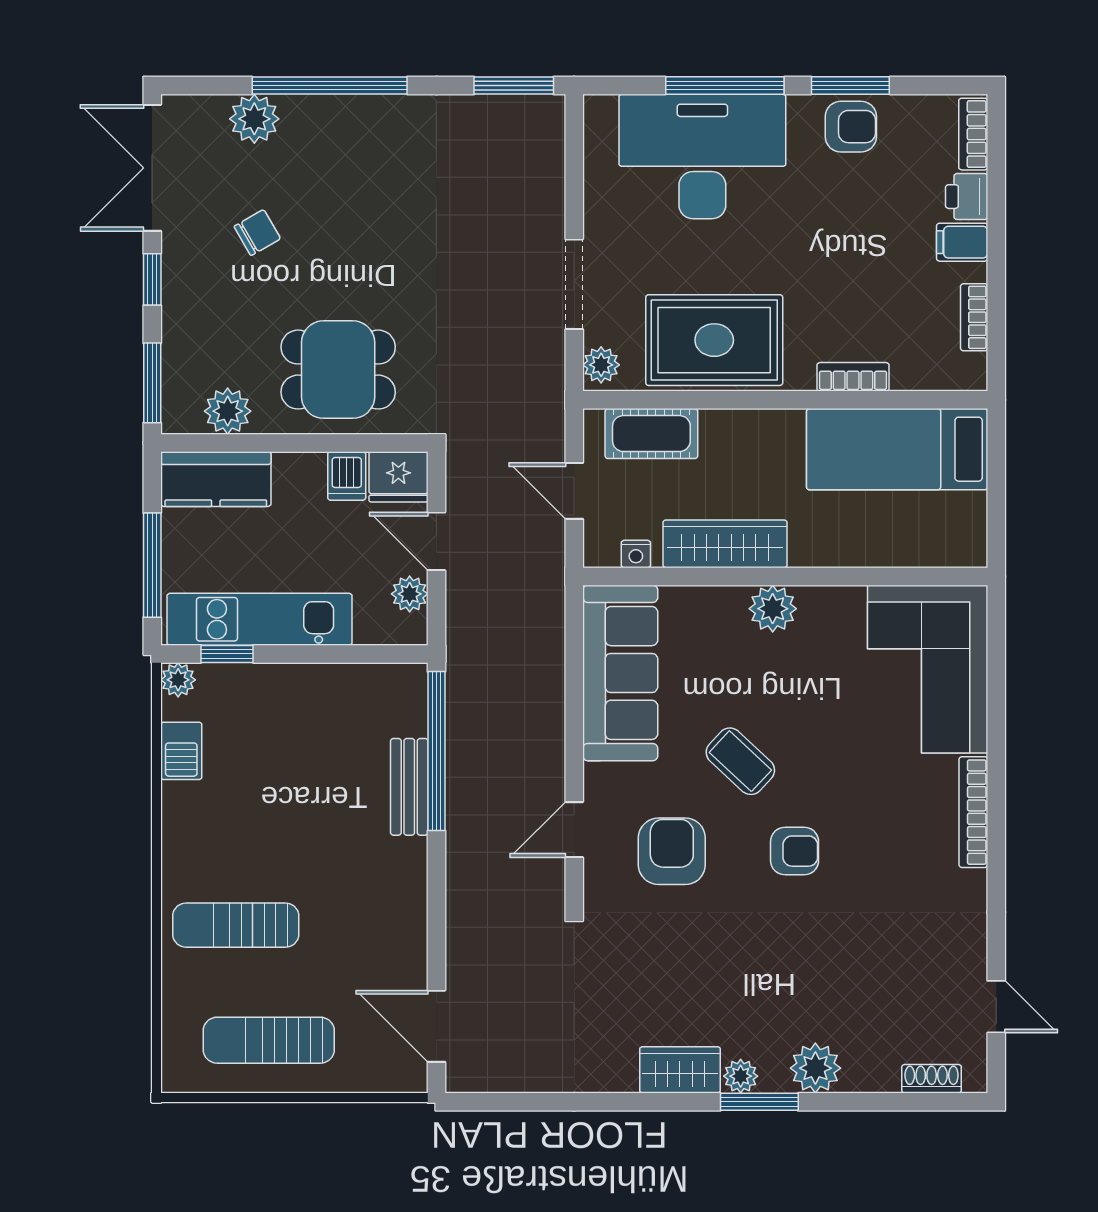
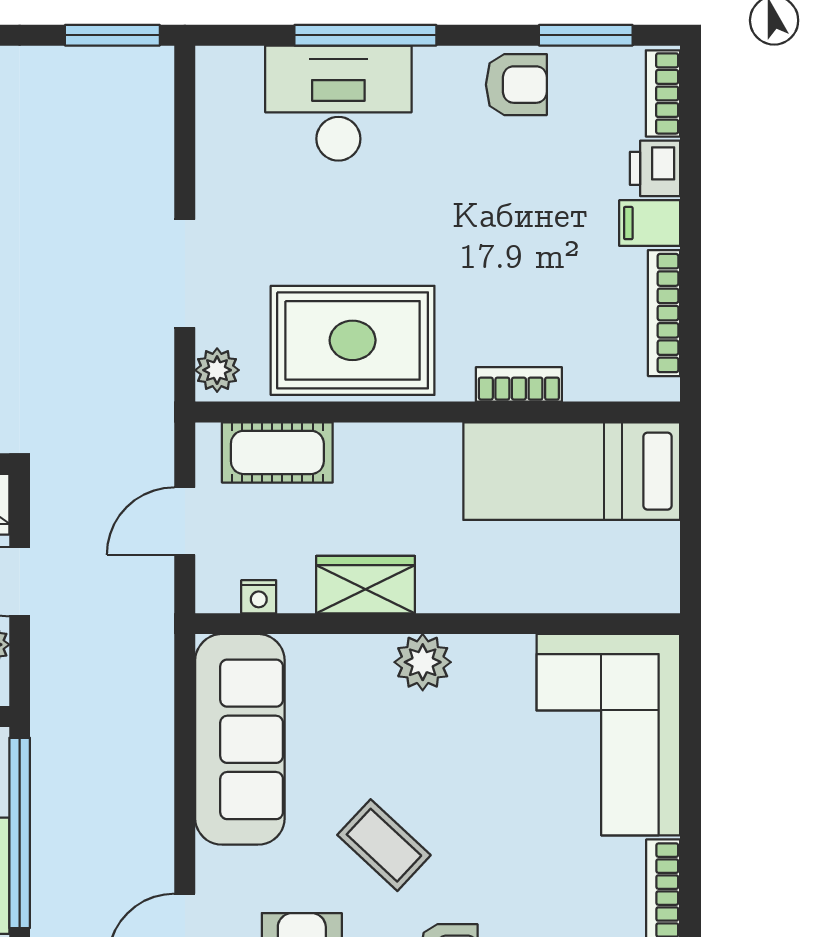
window: (850, 85) -> (586, 35), moved
desk: (702, 156) -> (338, 103), width x0.73, depth x0.77
bookcase: (974, 317) -> (664, 313), width x1.56
door: (574, 491) -> (185, 521), hinge flipped
wardrobe: (725, 544) -> (366, 585), width x0.67

